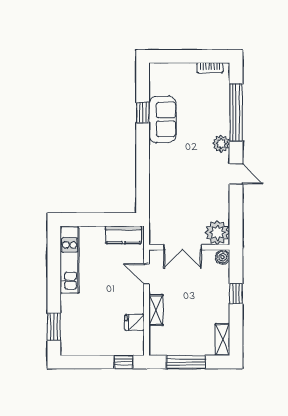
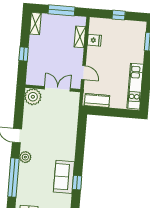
boiler: (223, 257) -> (31, 80), removed
shelving: (156, 310) -> (80, 37), moved
window: (124, 362) -> (119, 15), moved

